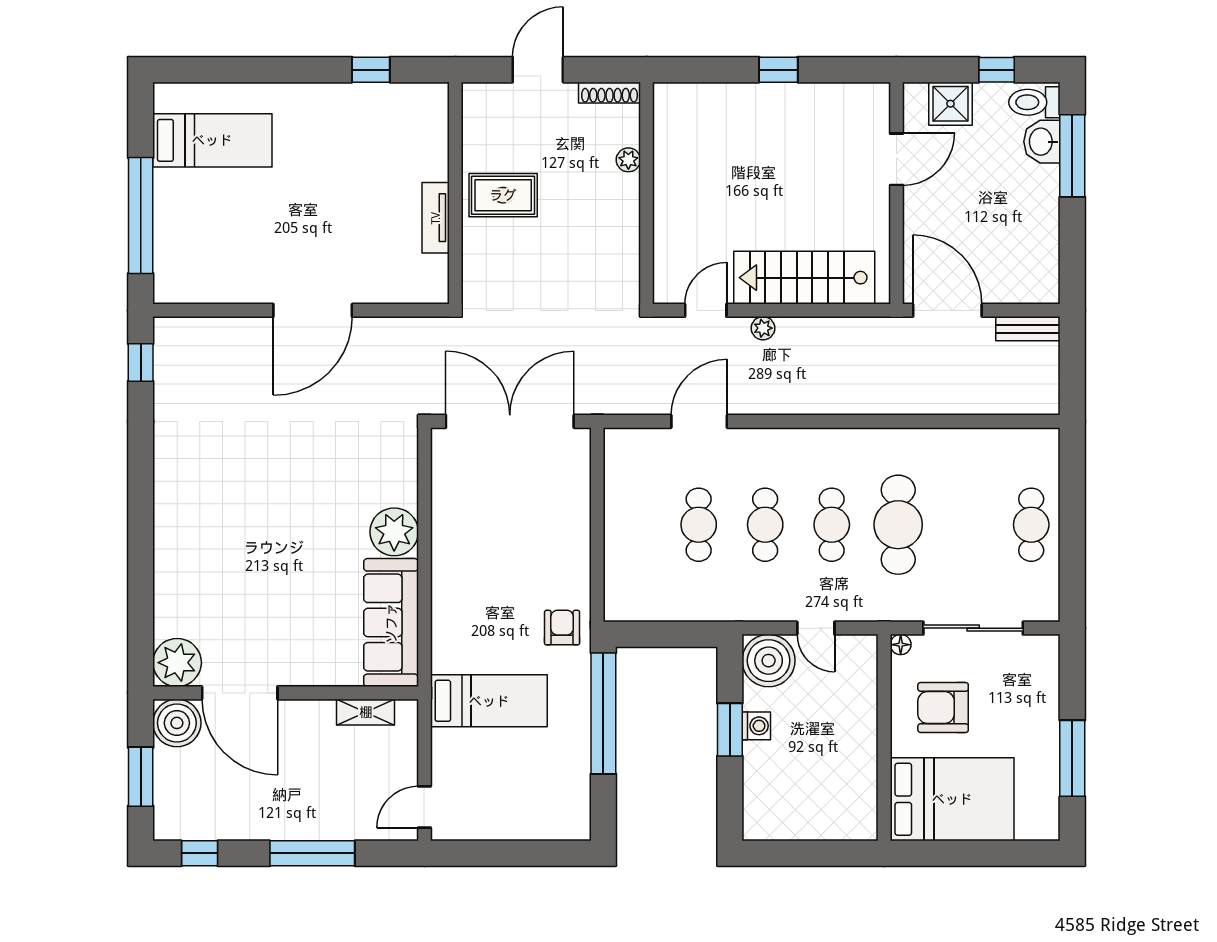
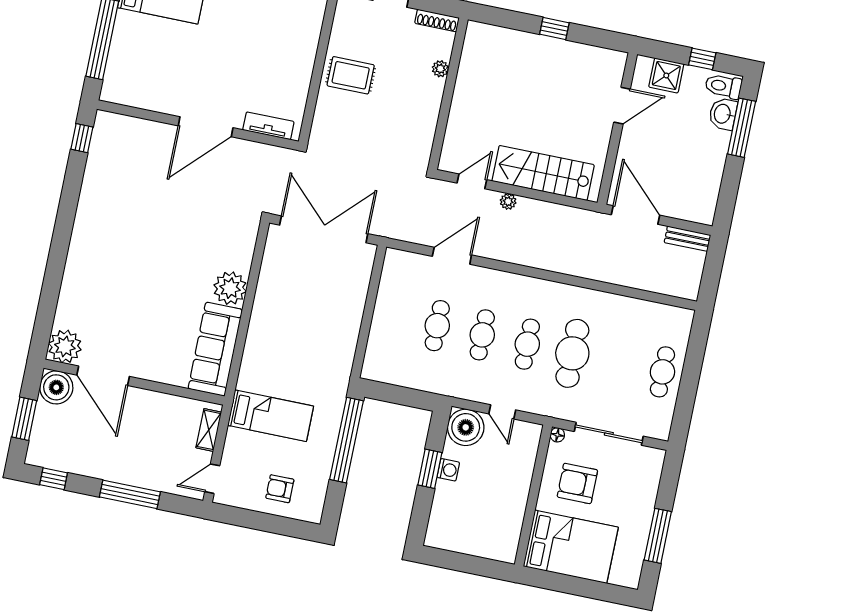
tv unit: (436, 218) -> (268, 126), moved, turned 90
armchair: (562, 628) -> (280, 489), moved, turned -90
shelving: (366, 712) -> (209, 430), moved, turned 90

